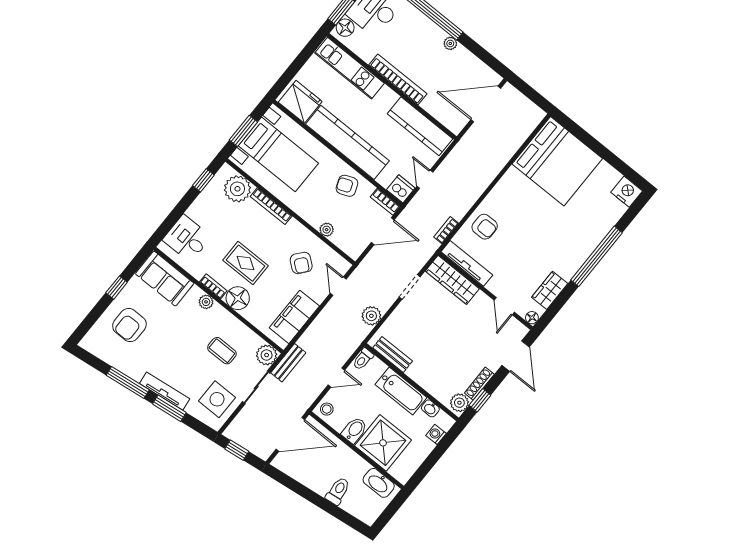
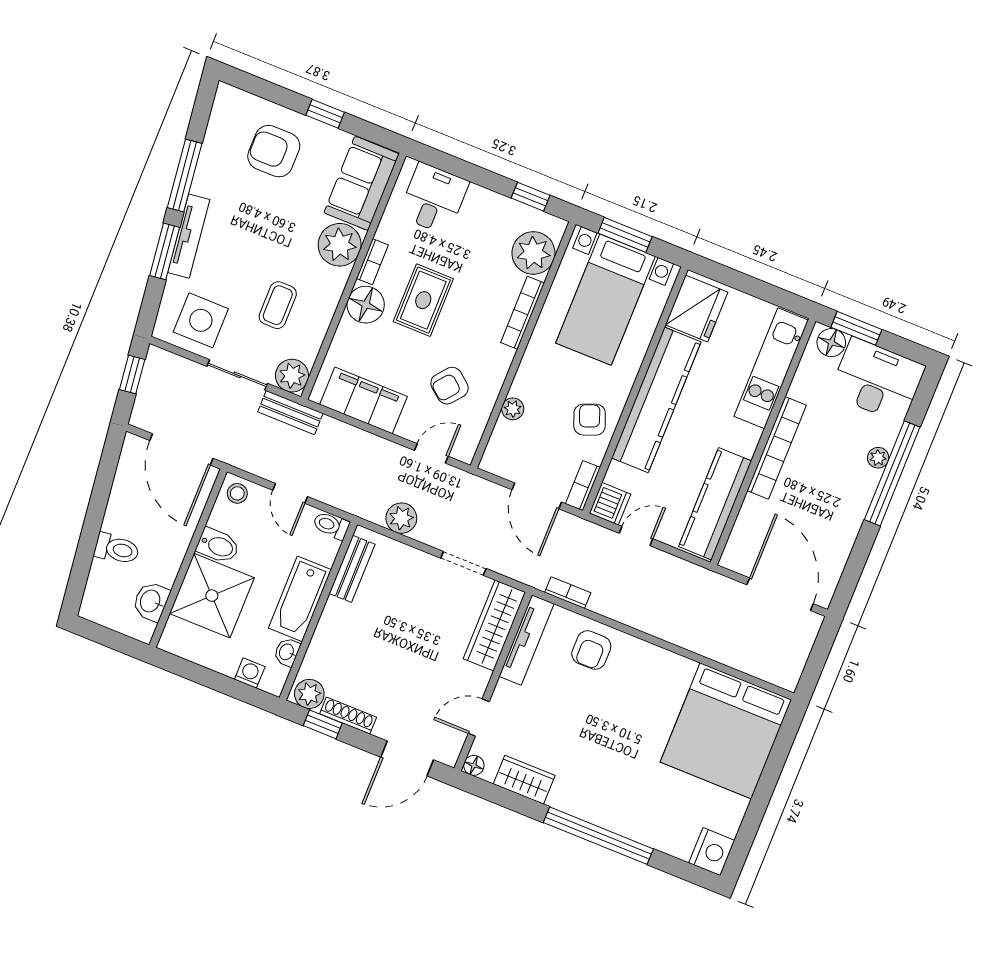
plant: (450, 43) -> (878, 458), moved
plant: (206, 302) -> (340, 245), width x1.88, depth x1.88
washbasin: (379, 483) -> (151, 601), width x0.72

